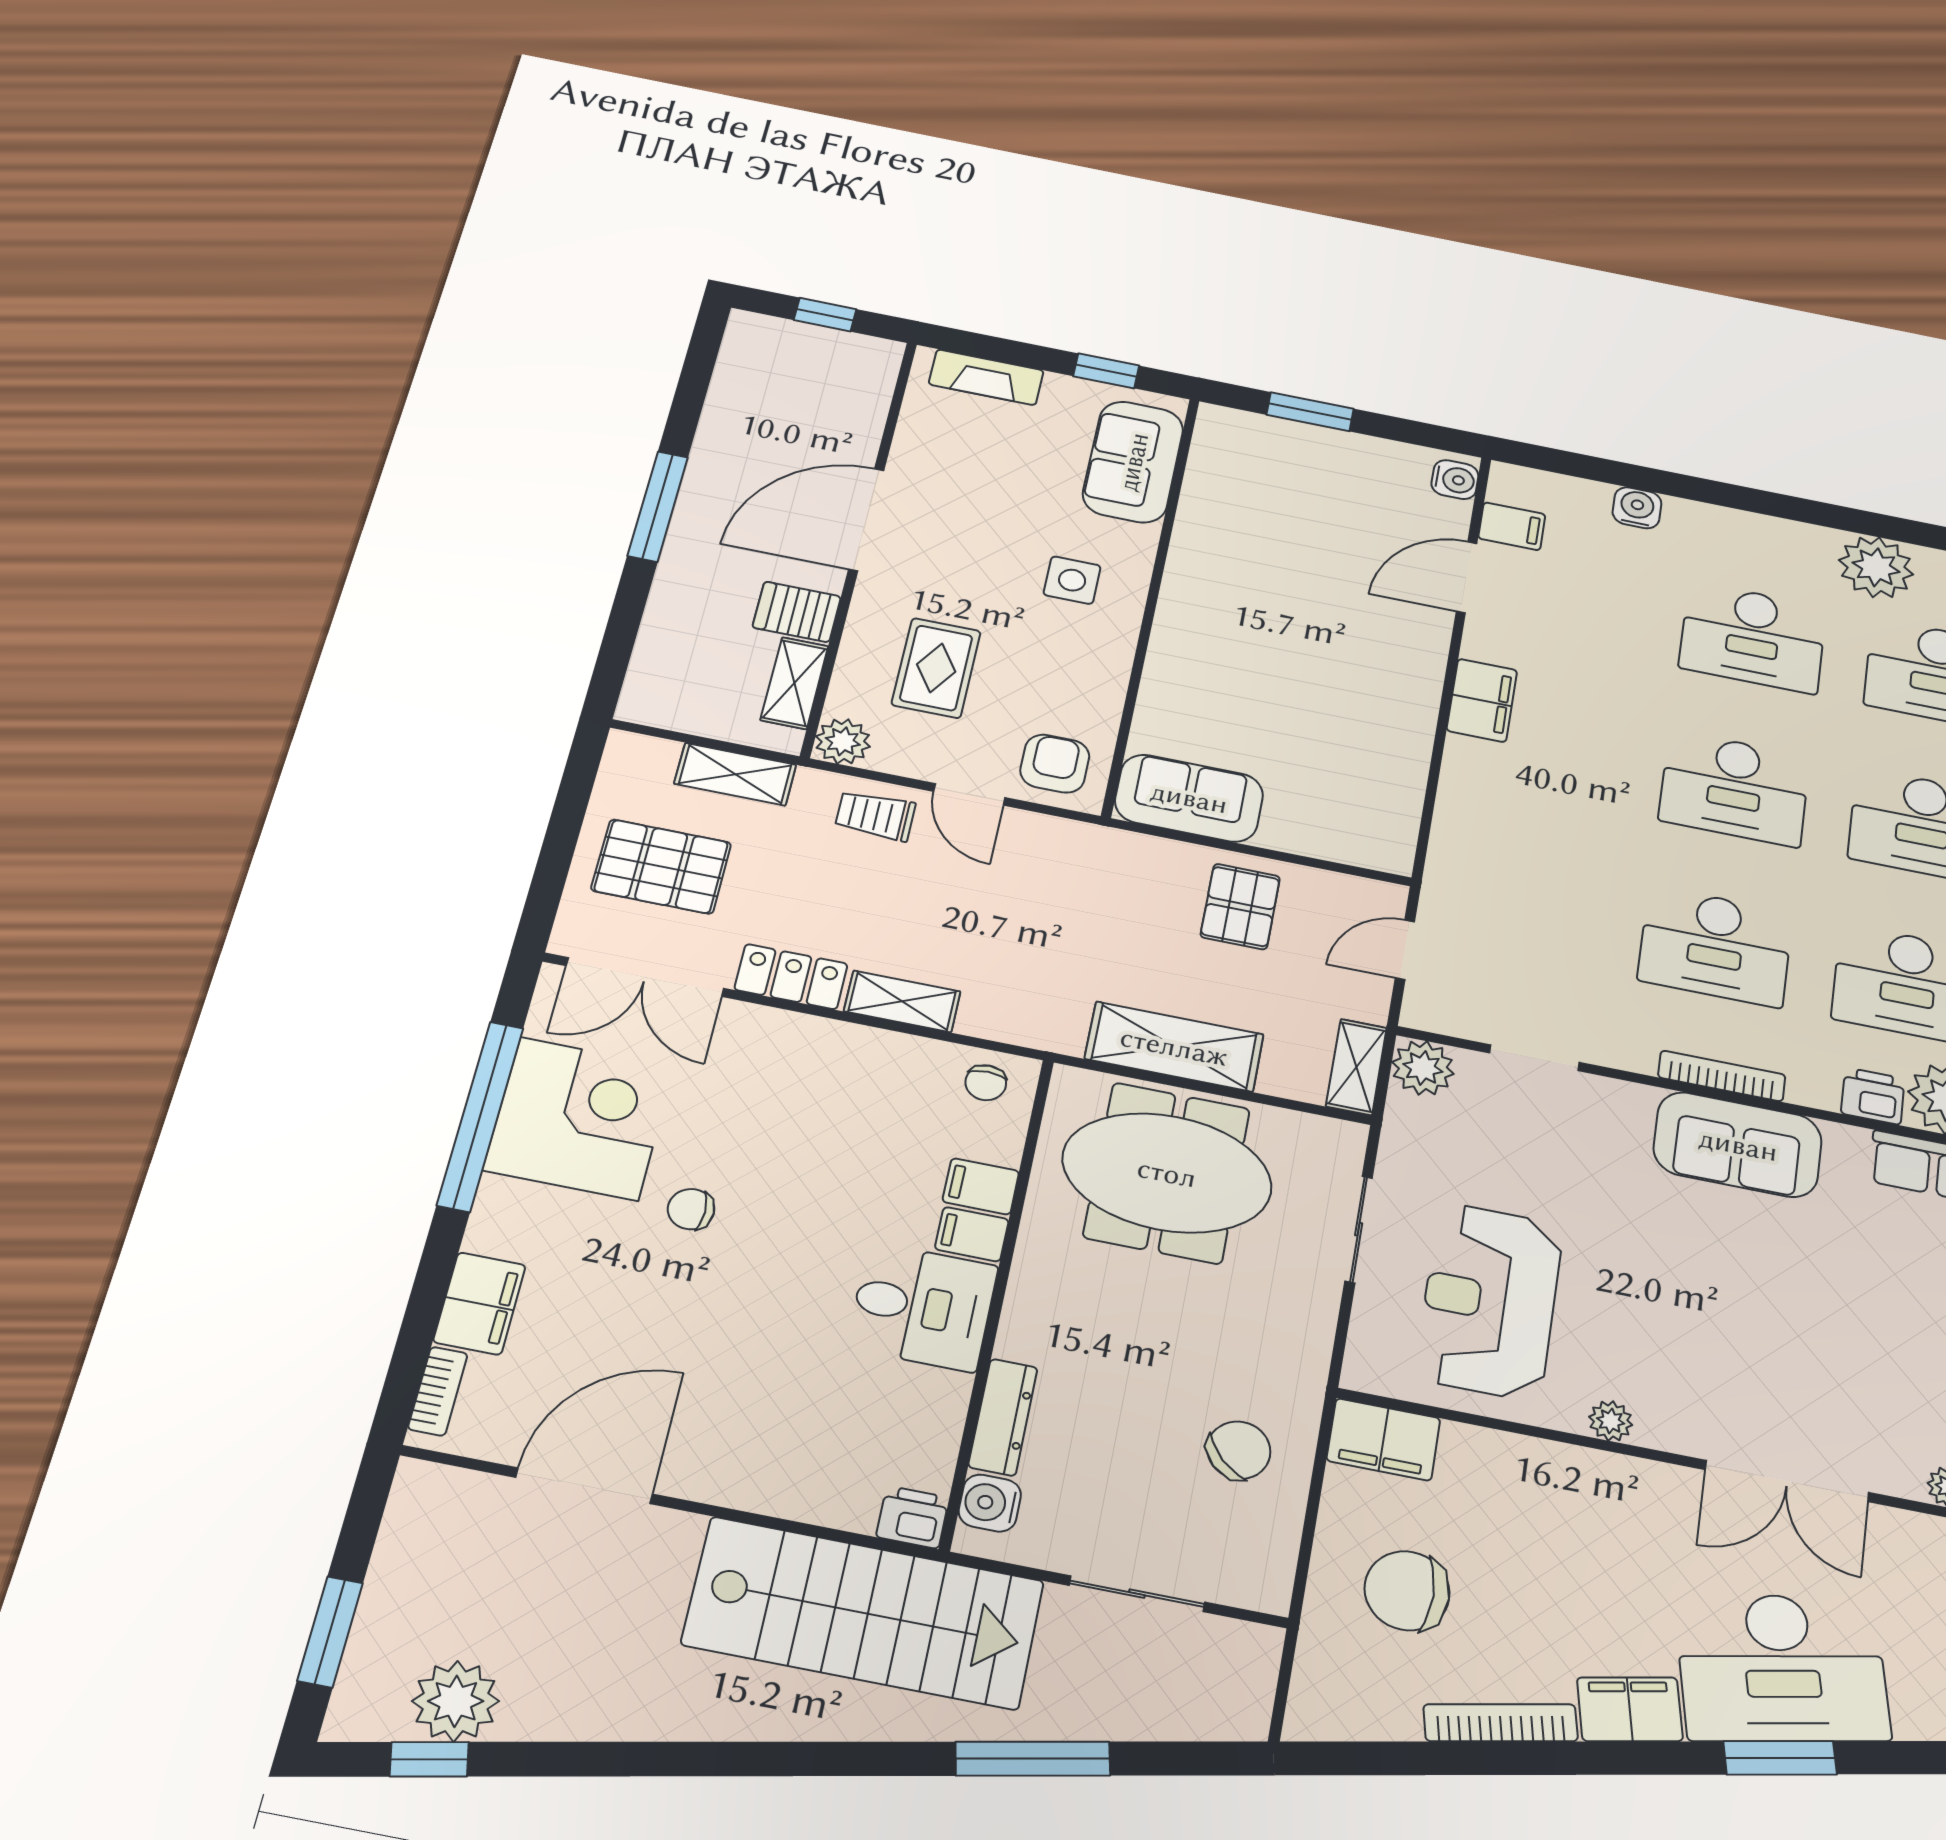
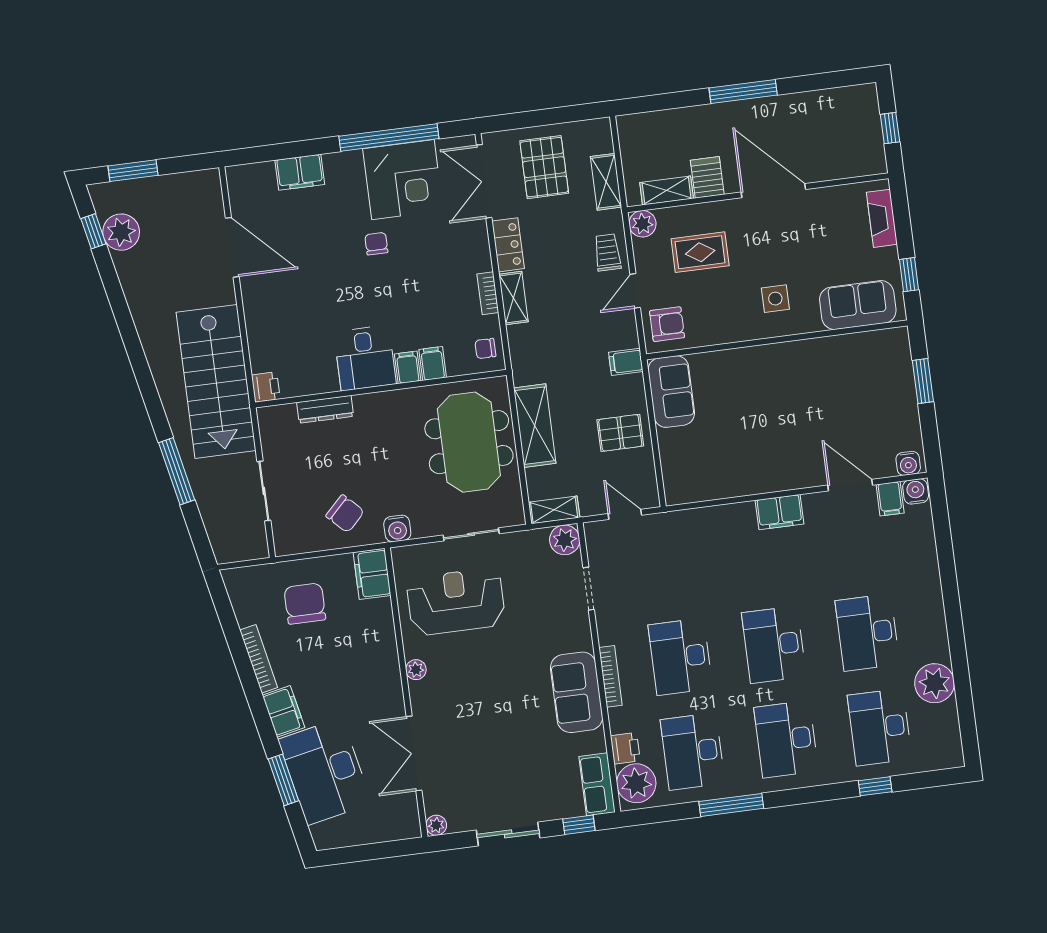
water cooler: (1637, 508) -> (916, 491), moved, turned -90
filing cabinet: (1103, 853) -> (626, 362), added
bookcase: (438, 1391) -> (488, 293), moved, turned 90
water cooler: (990, 1503) -> (397, 528), moved, turned 180

